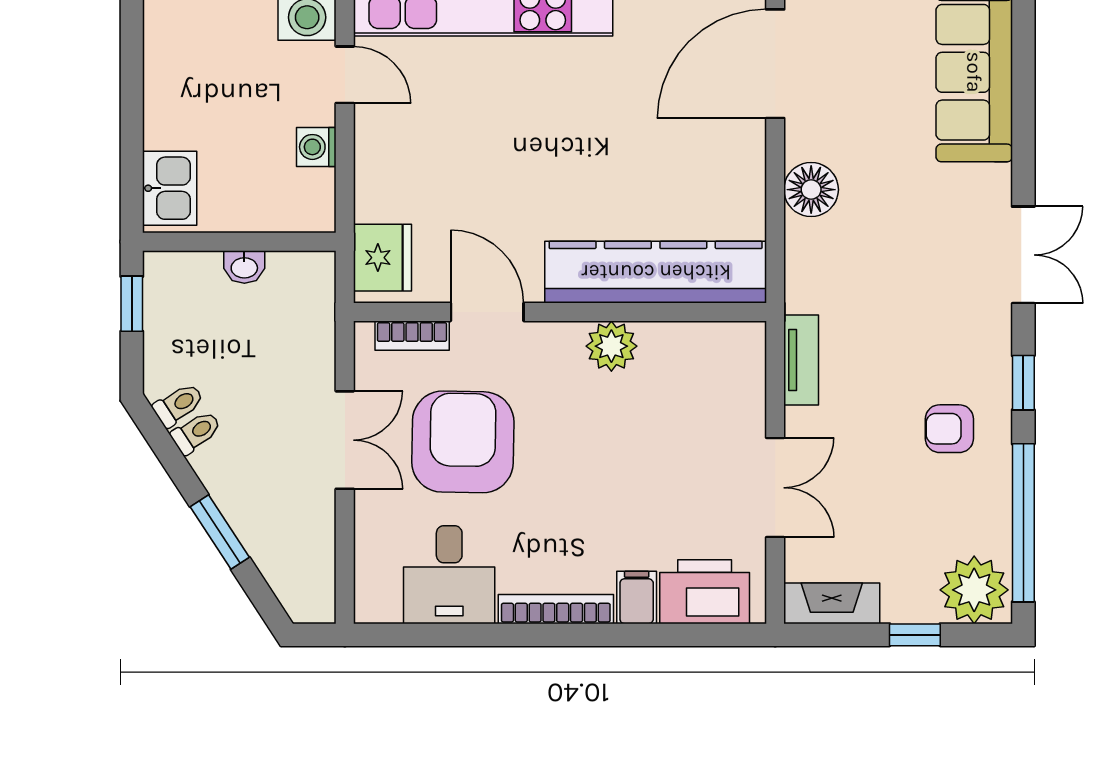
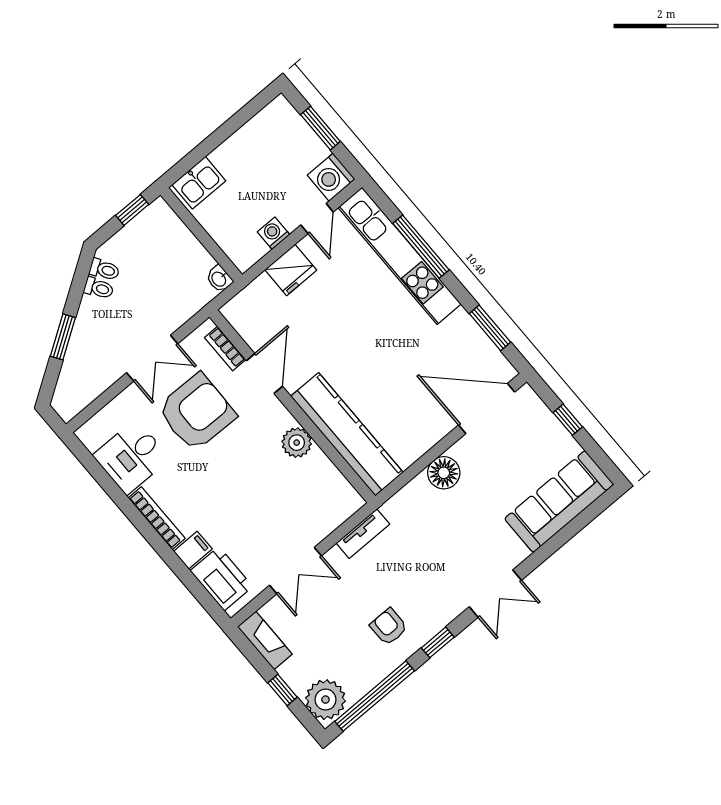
fridge: (382, 258) -> (291, 270), moved
washbasin: (244, 267) -> (219, 279), moved

